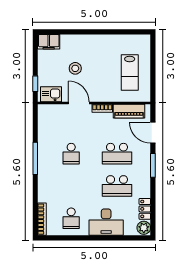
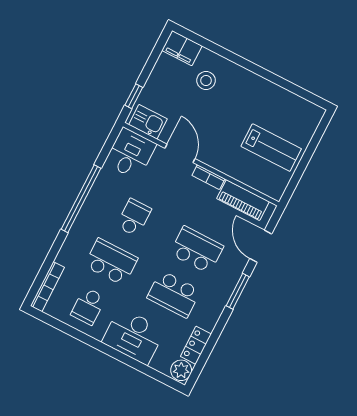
stool: (75, 68) -> (206, 80), moved
lab bench: (130, 73) -> (271, 148), turned -90
desk: (50, 118) -> (130, 154), added
school desk: (71, 154) -> (134, 218), turned 180
school desk: (117, 154) -> (197, 250), turned 180
window: (35, 158) -> (81, 199), width x1.46
school desk: (71, 186) -> (111, 262), added

